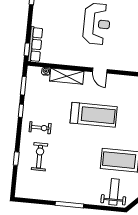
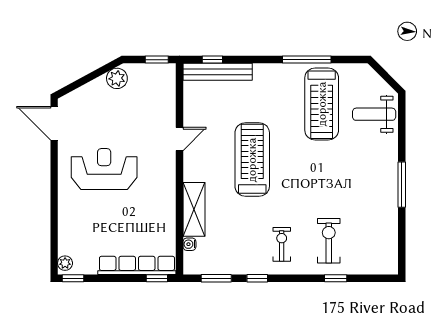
row of seats: (35, 44) -> (137, 265), width x1.36
door: (100, 71) -> (180, 139), moved
exercise bike: (40, 157) -> (329, 241), turned 90

